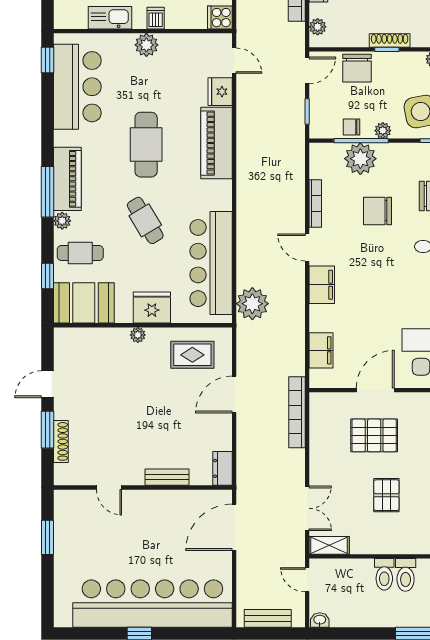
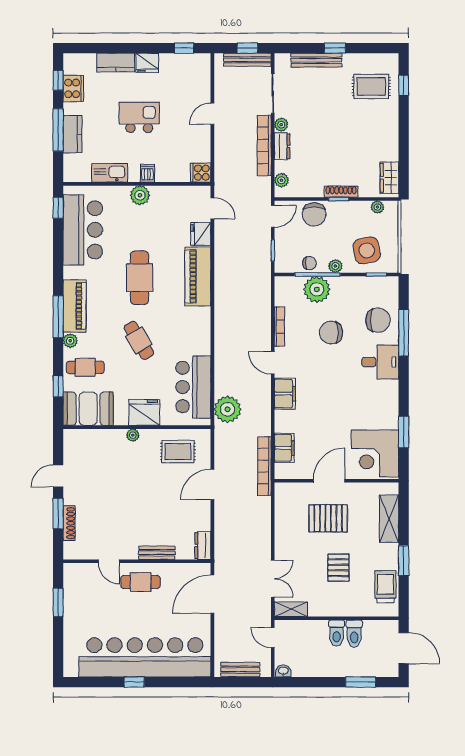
chair: (351, 127) -> (309, 263), turned 180
bar counter: (211, 263) -> (193, 387), width x0.73
bookcase: (297, 412) -> (264, 466), moved
cafe table: (147, 513) -> (141, 582), added

